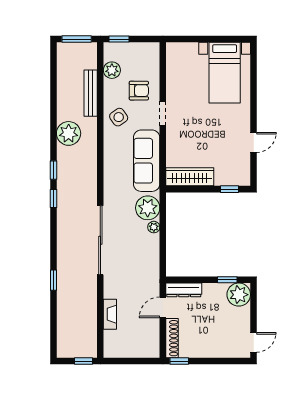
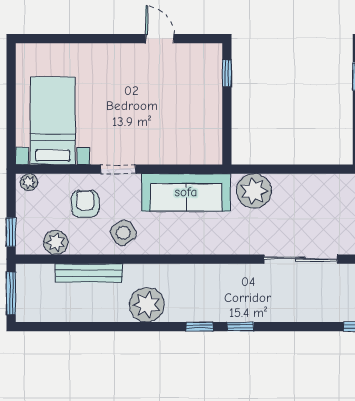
bed with nightstands: (225, 73) -> (53, 121), moved, turned -90
wardrobe: (190, 177) -> (209, 130), removed
plant: (154, 227) -> (29, 182), moved
sliding door: (100, 240) -> (300, 259), width x0.73

